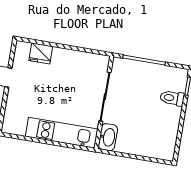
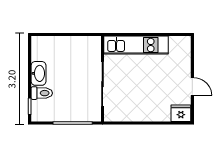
fridge: (41, 53) -> (181, 113), moved
washbasin: (108, 137) -> (38, 73), moved, turned 180

